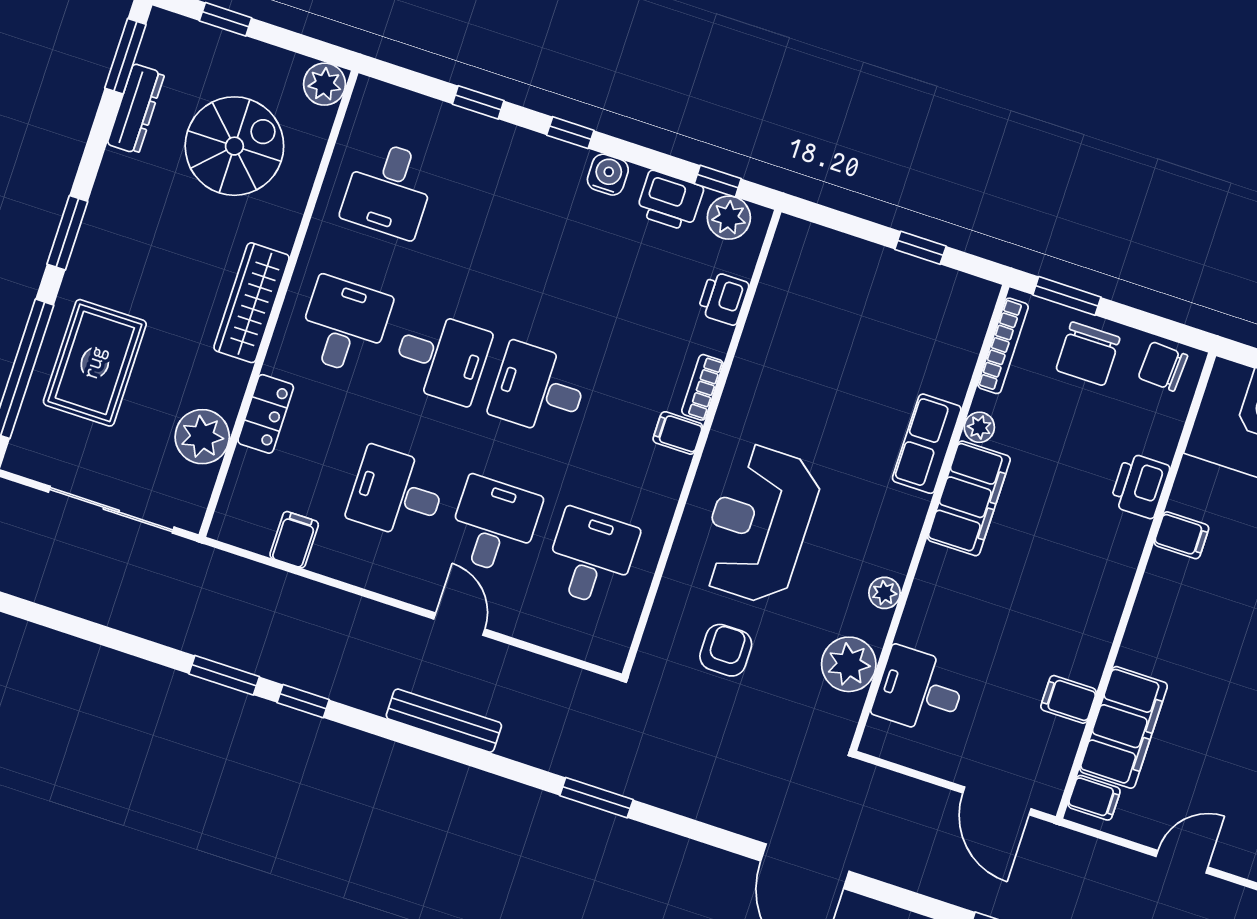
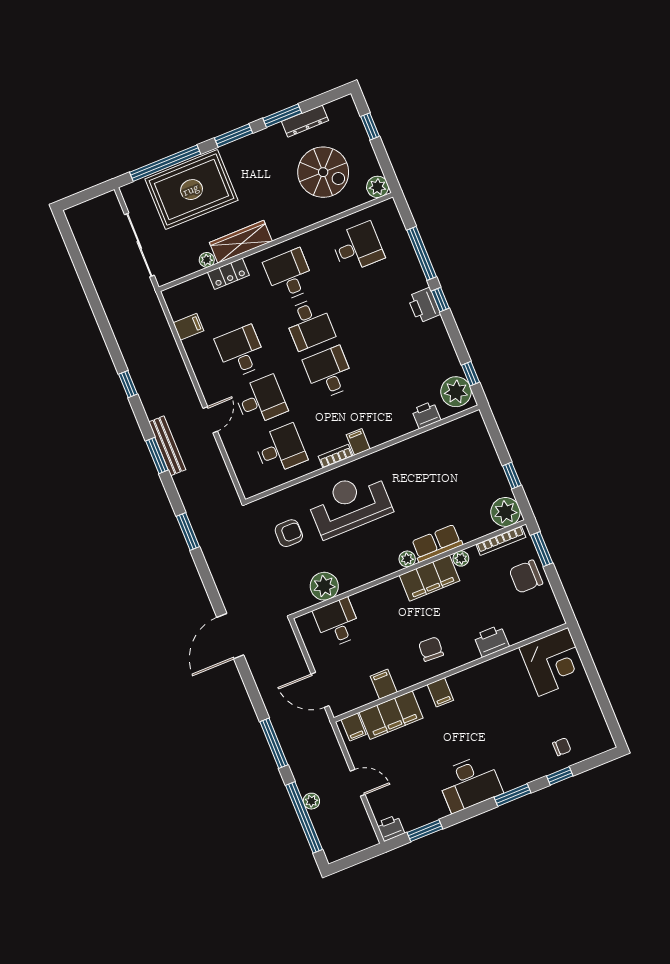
window: (125, 56) -> (282, 116), moved
window: (478, 102) -> (422, 253), width x2.17
water cooler: (608, 175) -> (436, 328), removed
desk: (389, 189) -> (358, 247), turned 180
printer: (670, 201) -> (424, 305), moved
plant: (729, 218) -> (456, 392), width x1.36, depth x1.36
wardrobe: (252, 303) -> (241, 242), moved
plant: (966, 303) -> (505, 512), added
desk: (344, 325) -> (289, 275), turned -90
rug: (95, 363) -> (191, 190), width x1.37, depth x1.44
chair: (1163, 367) -> (431, 649), moved
bookcase: (702, 387) -> (336, 456), moved
plant: (202, 437) -> (207, 260), width x0.53, depth x0.53
filing cabinet: (1181, 535) -> (440, 692), moved
plant: (884, 593) -> (407, 559), moved
window: (224, 675) -> (157, 455), moved
door: (997, 801) -> (320, 690), hinge flipped

